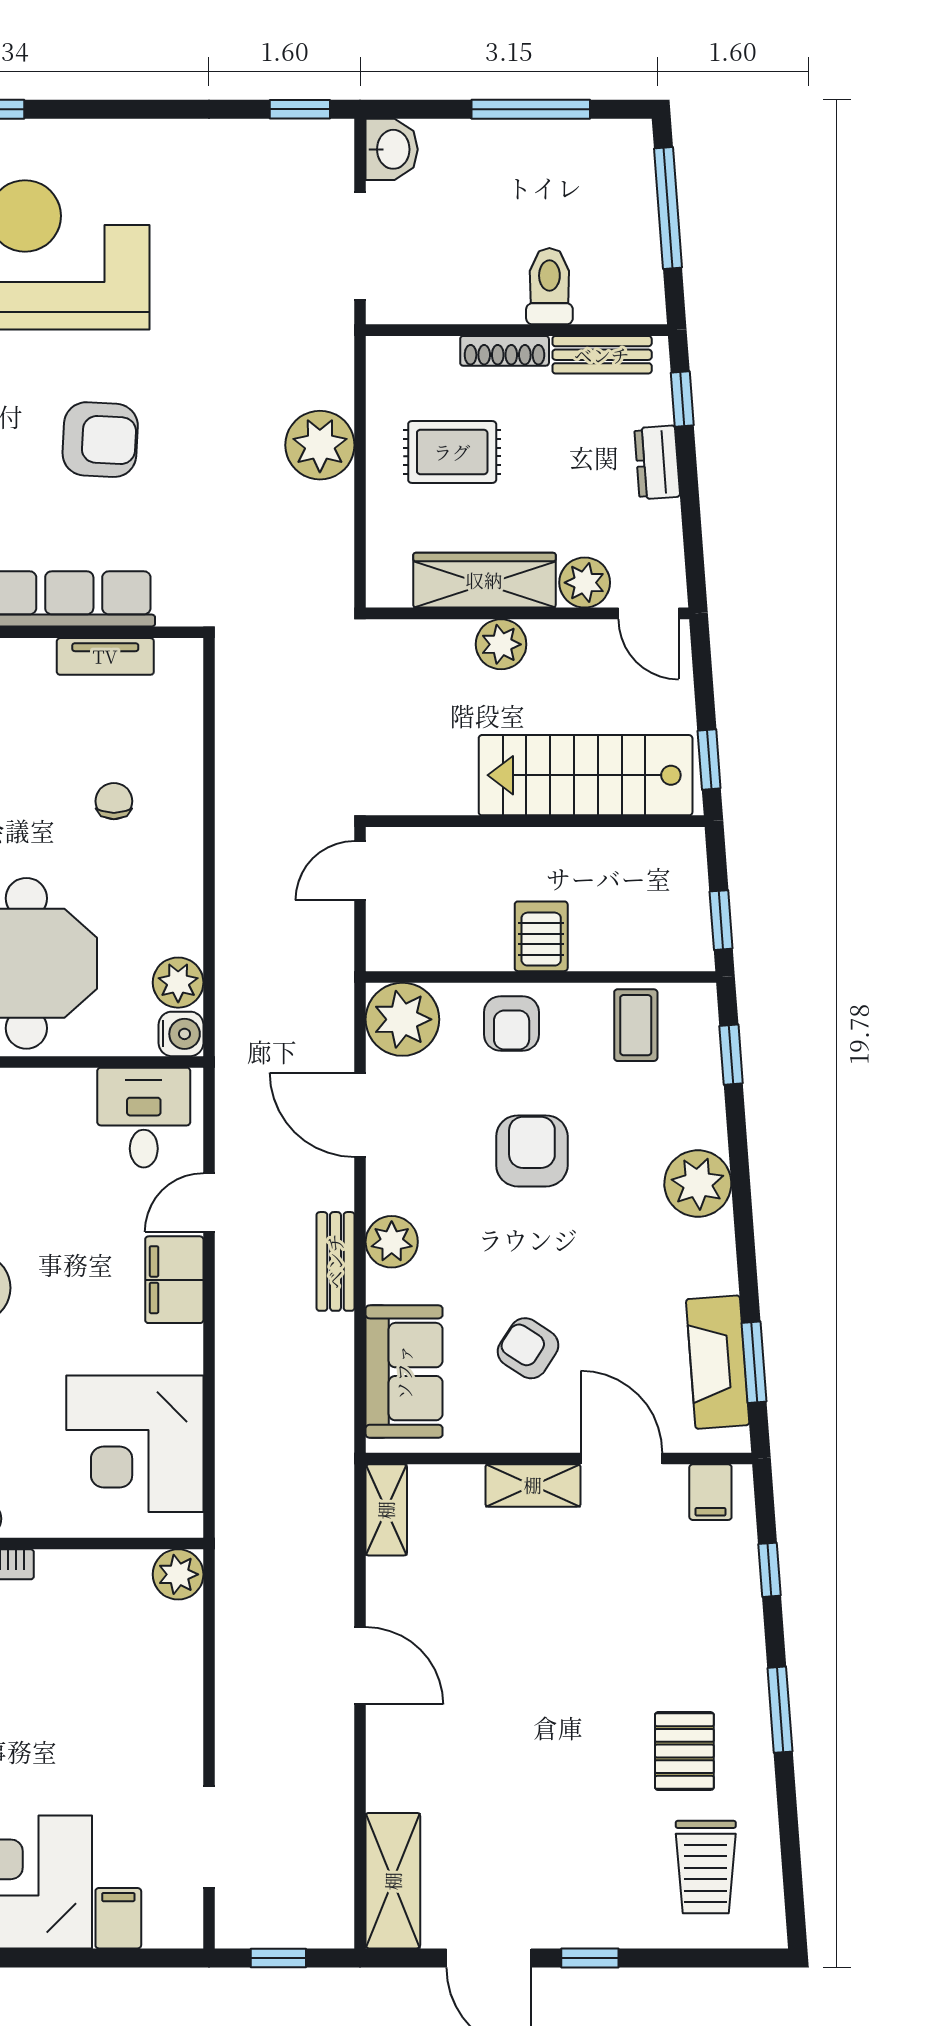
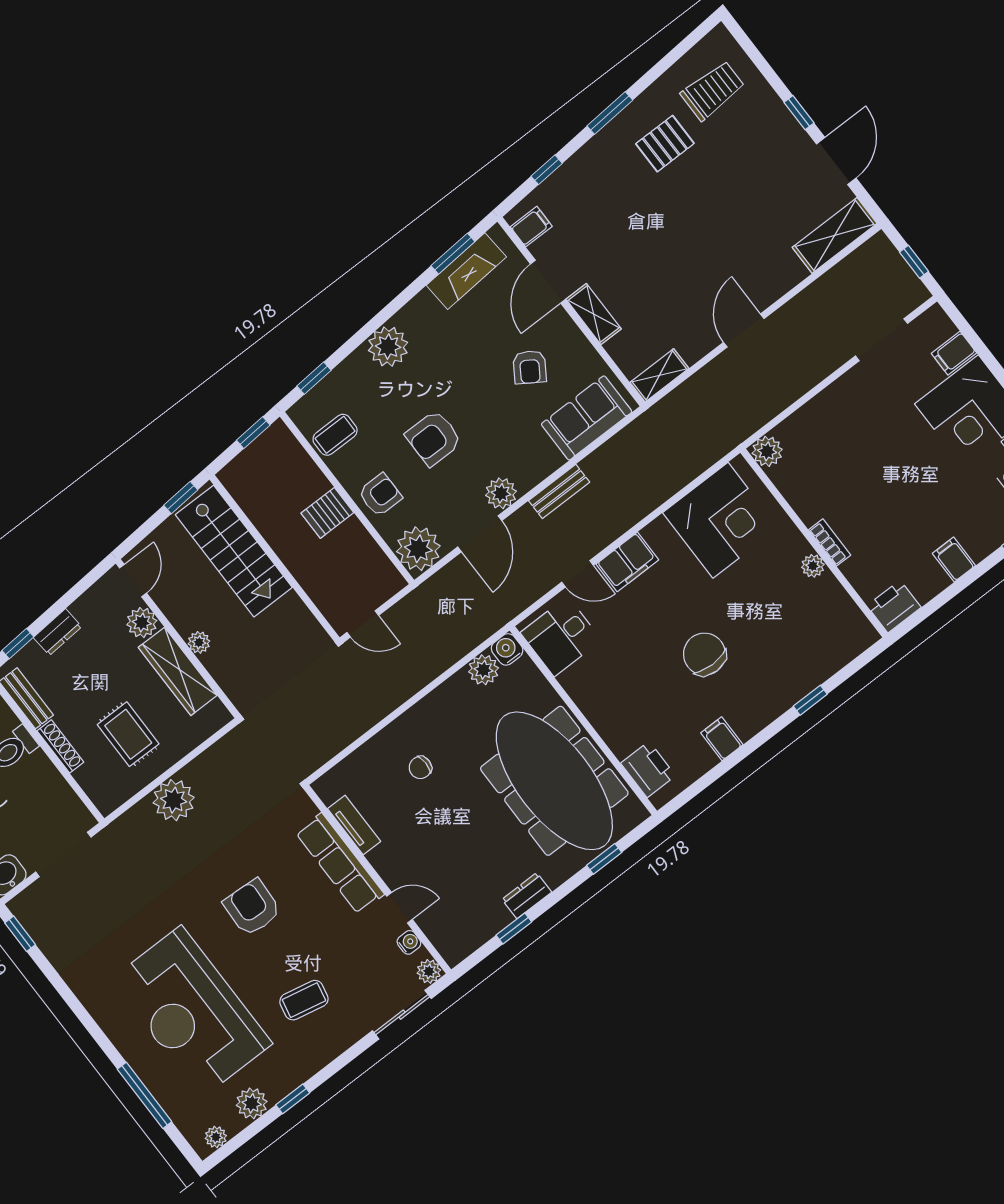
plant: (501, 644) -> (199, 642), width x0.73, depth x0.73
plant: (392, 1242) -> (501, 493), moved

